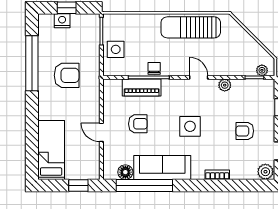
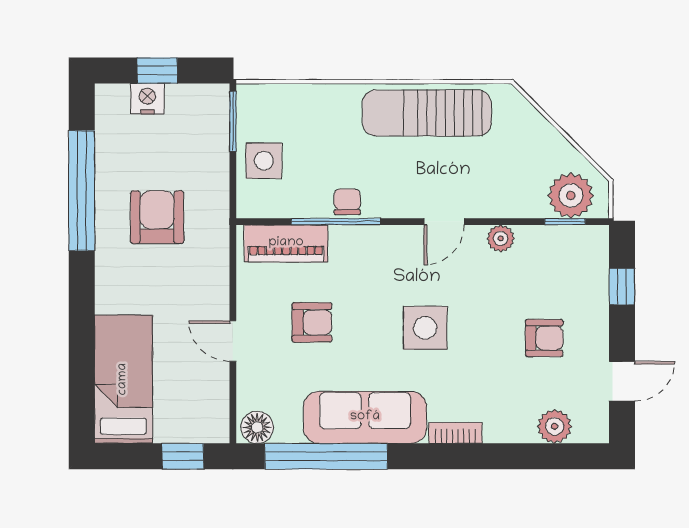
plant: (262, 70) -> (571, 196), width x1.88, depth x1.88
armchair: (67, 75) -> (157, 217), turned -90
door: (199, 77) -> (444, 222), swing flipped
piano: (142, 87) -> (286, 243), moved
armchair: (245, 131) -> (544, 338), turned 180
floor lamp: (125, 172) -> (257, 427), moved
plant: (265, 172) -> (555, 426), moved
bookcase: (217, 175) -> (455, 433), moved

